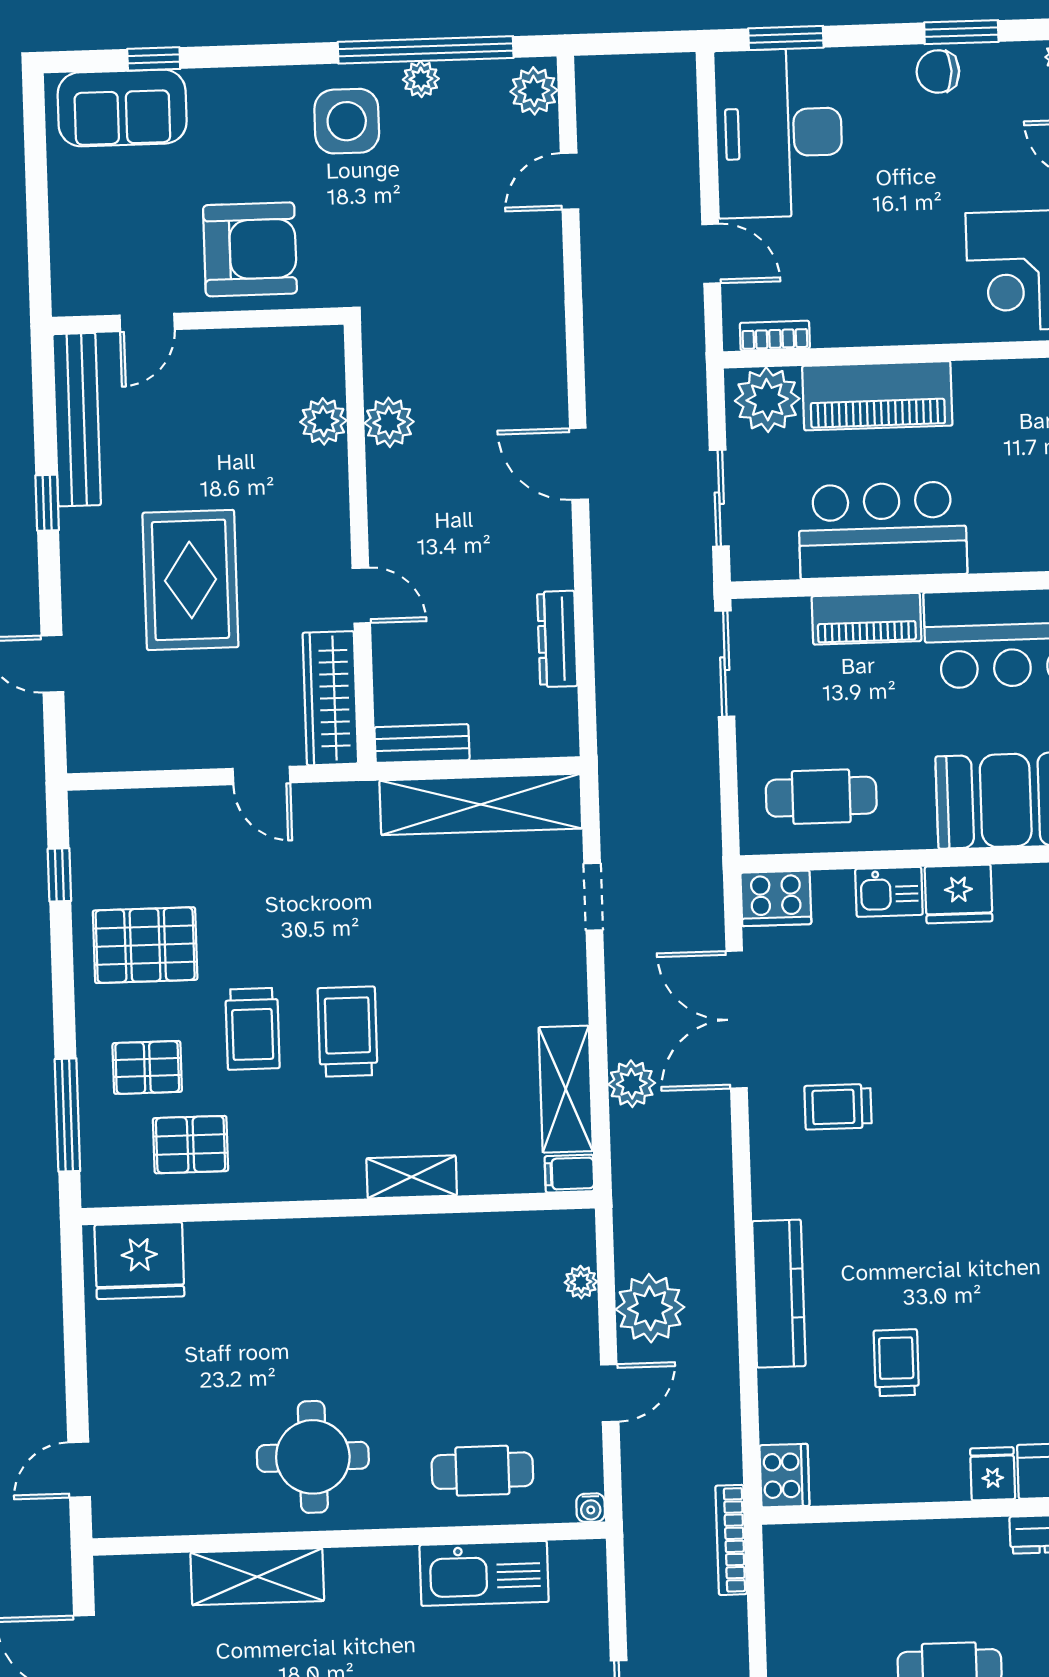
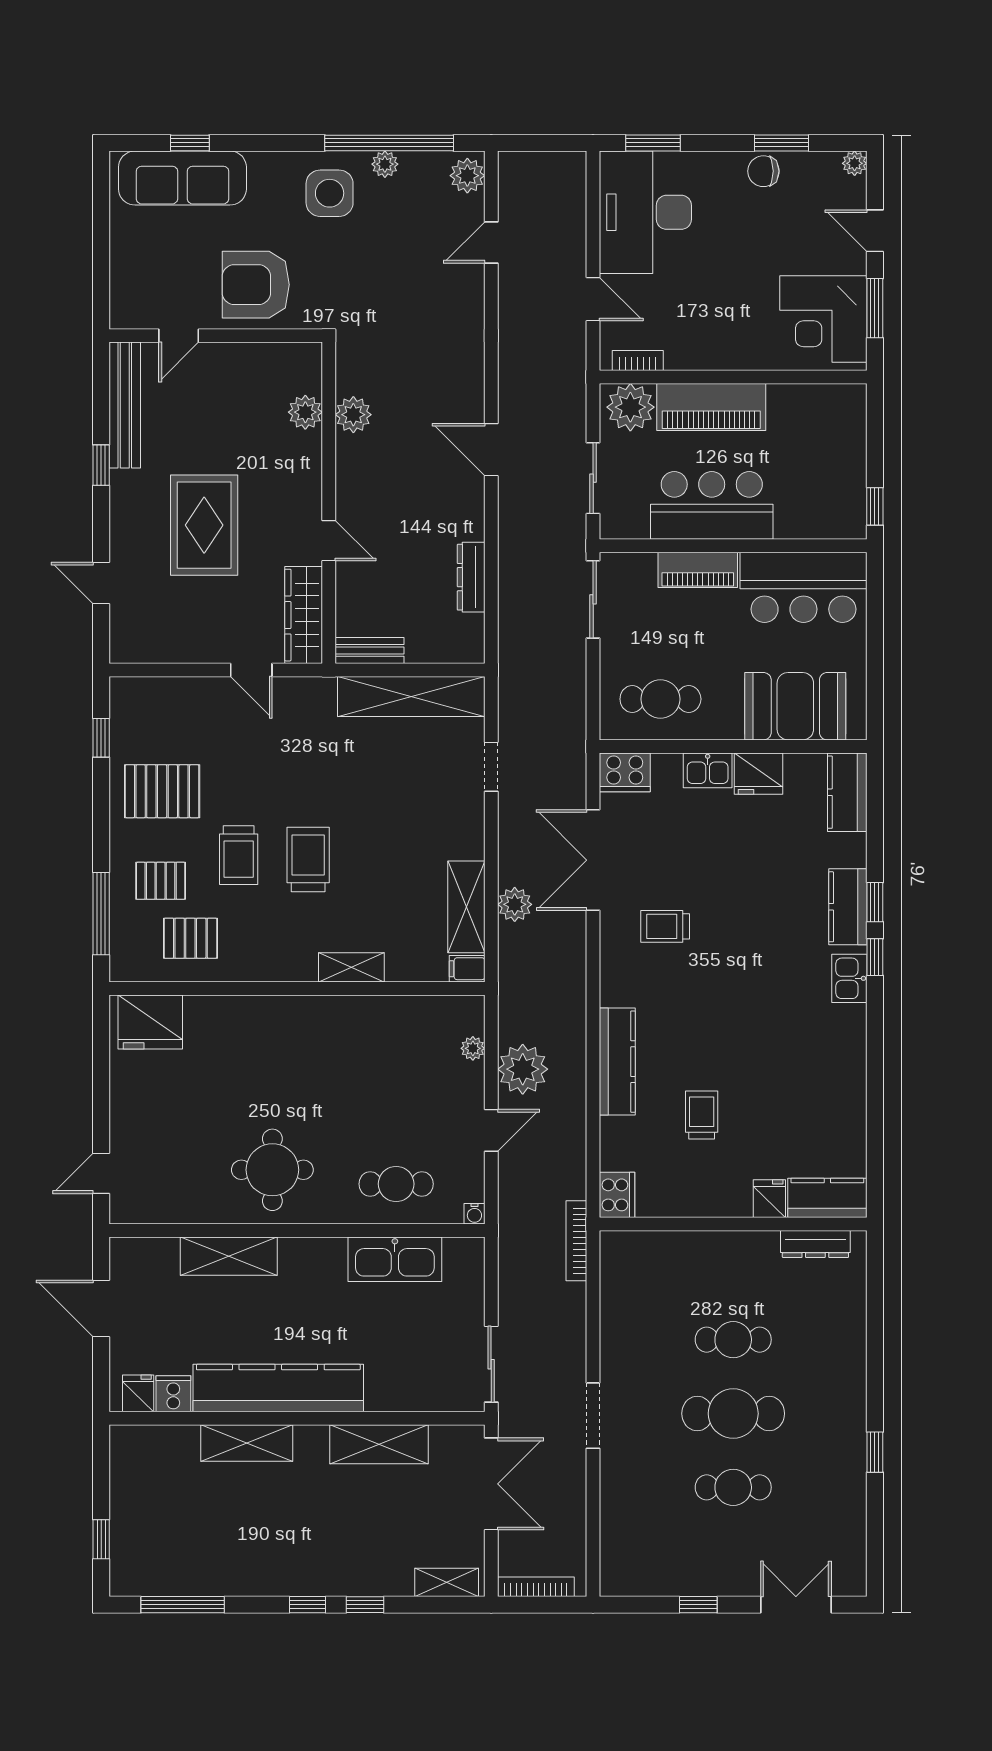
sofa: (122, 108) -> (182, 178), width x1.36
armchair: (250, 249) -> (256, 285), turned 180

